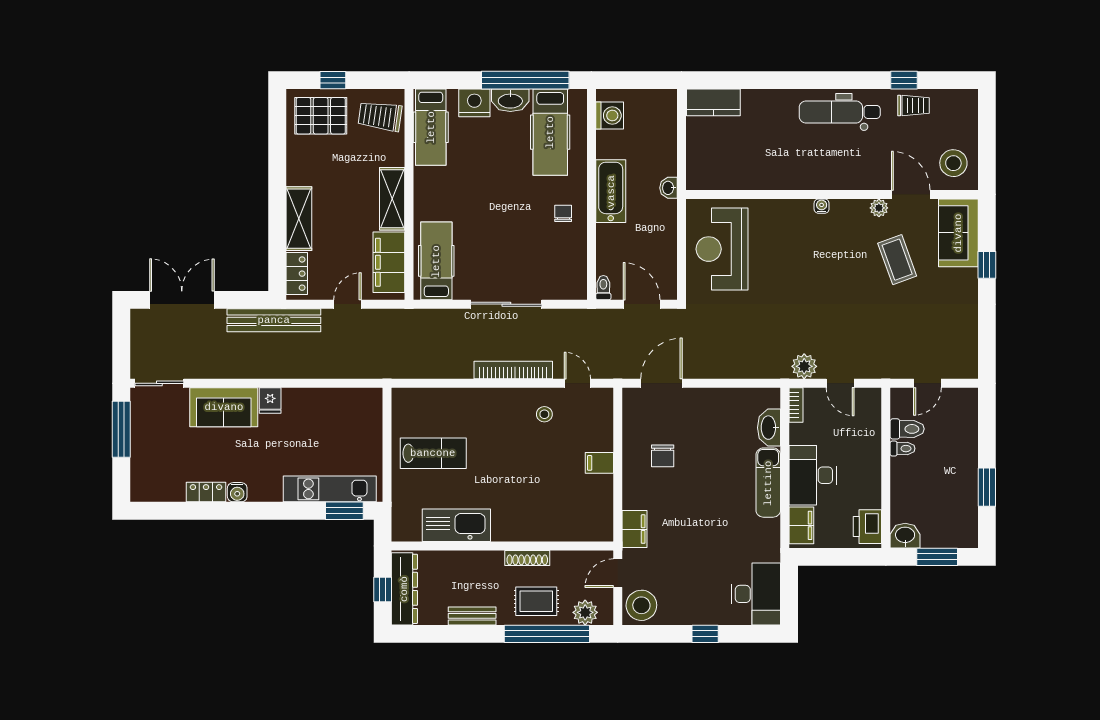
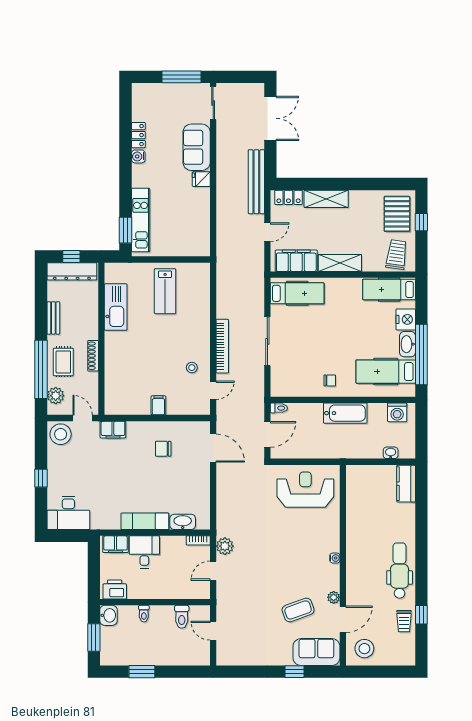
washbasin: (669, 188) -> (391, 453), moved
door: (347, 304) -> (267, 232), hinge flipped
toilet: (903, 449) -> (144, 614), moved
desk: (813, 475) -> (144, 552), width x0.73

